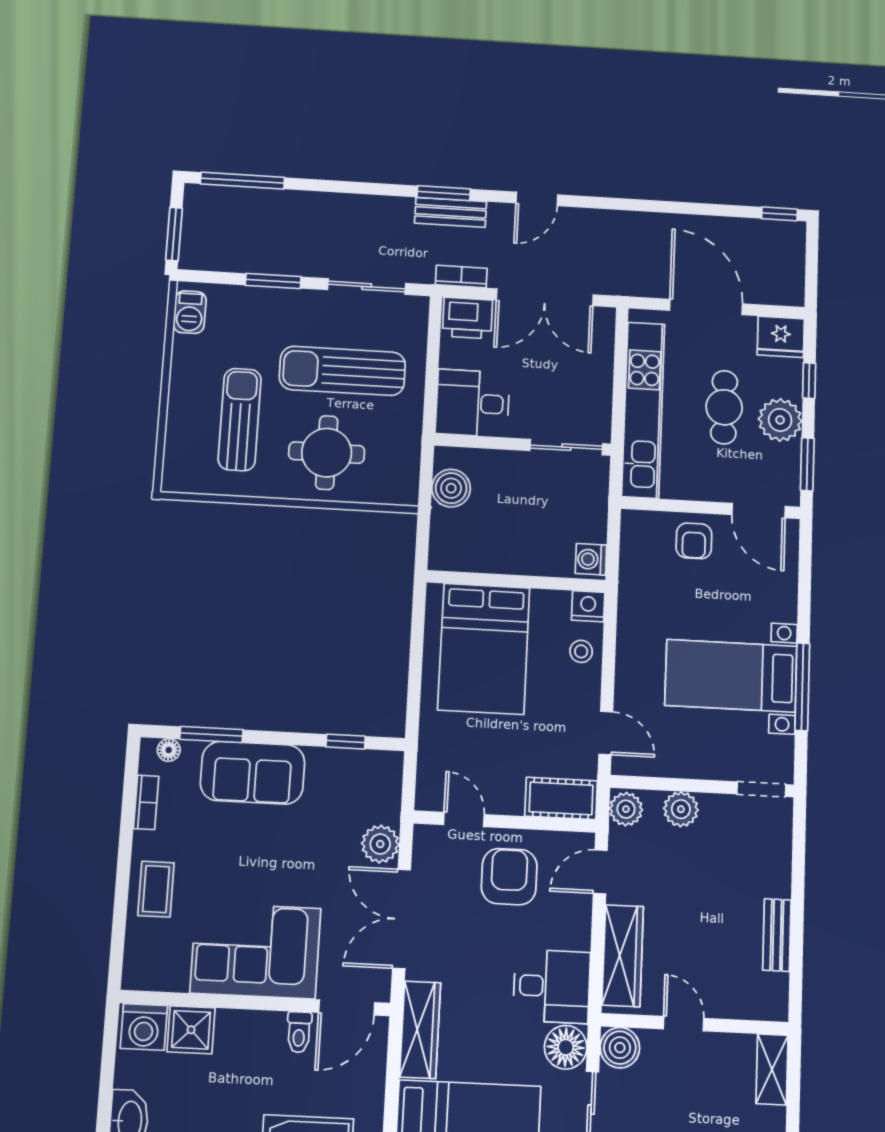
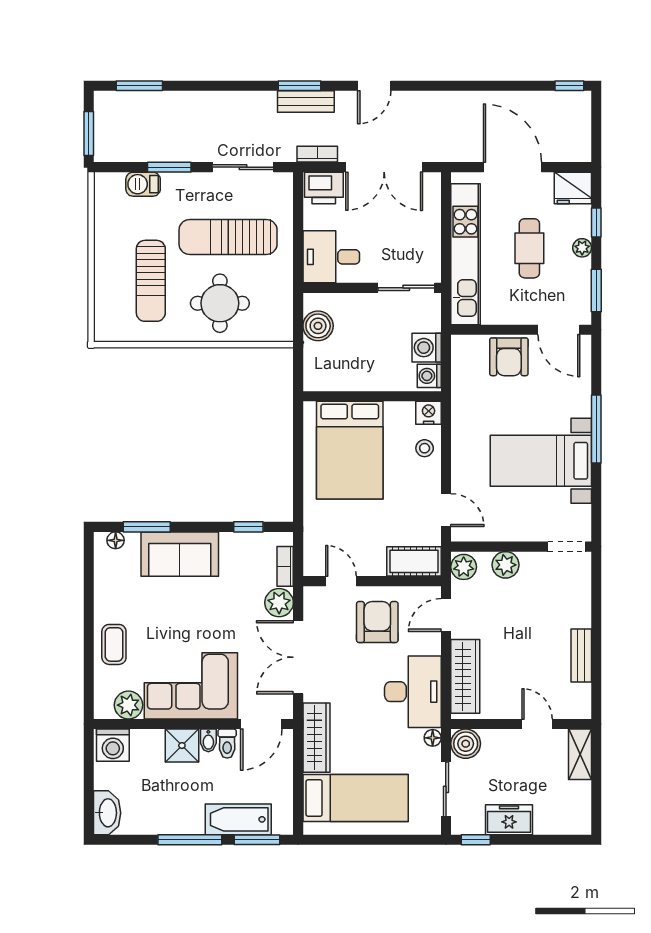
window: (242, 181) -> (139, 86), width x0.69
barbecue: (190, 312) -> (143, 184), moved, turned 90
sun lounger: (240, 419) -> (151, 281), turned 180
plant: (780, 420) -> (582, 248), width x0.53, depth x0.53
washing machine: (589, 523) -> (427, 348), added
armchair: (694, 541) -> (509, 357), width x1.38, depth x1.38
window: (802, 687) -> (596, 429), moved
bookcase: (146, 802) -> (285, 566), moved, turned 180
plant: (169, 973) -> (128, 705), added
desk: (552, 986) -> (413, 692), width x1.37
door: (684, 1024) -> (537, 724), moved
bidet: (274, 1027) -> (208, 740), added
shower: (191, 1030) -> (182, 746), moved
floor lamp: (566, 1047) -> (433, 738), width x0.53, depth x0.53

